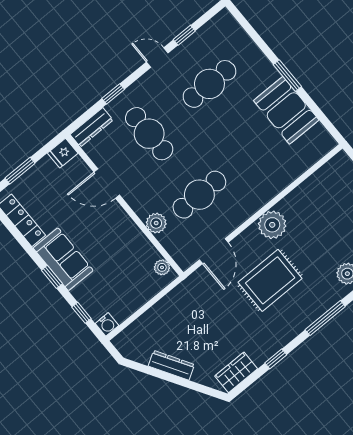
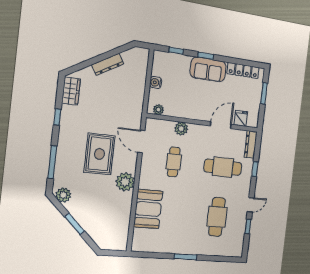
booth: (286, 110) -> (148, 209), moved, turned 90
fridge: (63, 153) -> (241, 118), moved
cafe table: (199, 195) -> (174, 162), width x0.73, depth x0.74
water cooler: (107, 324) -> (156, 82), moved

